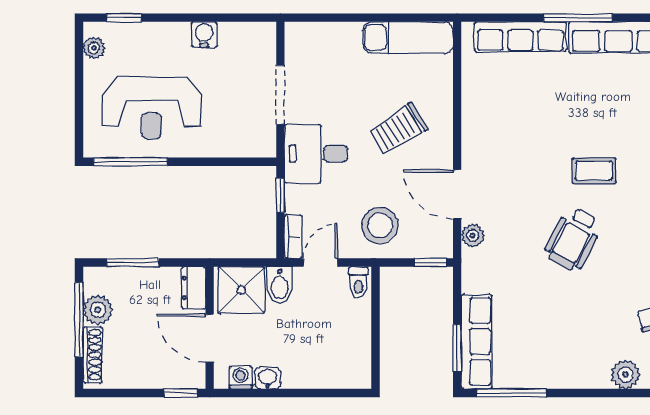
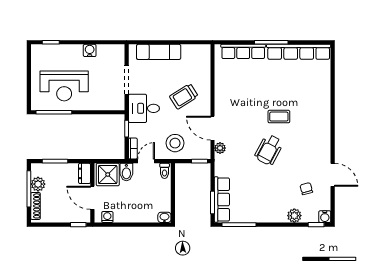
exam couch: (408, 38) -> (159, 52), moved
plant: (94, 48) -> (36, 57), removed
washbasin: (268, 378) -> (164, 217), moved

